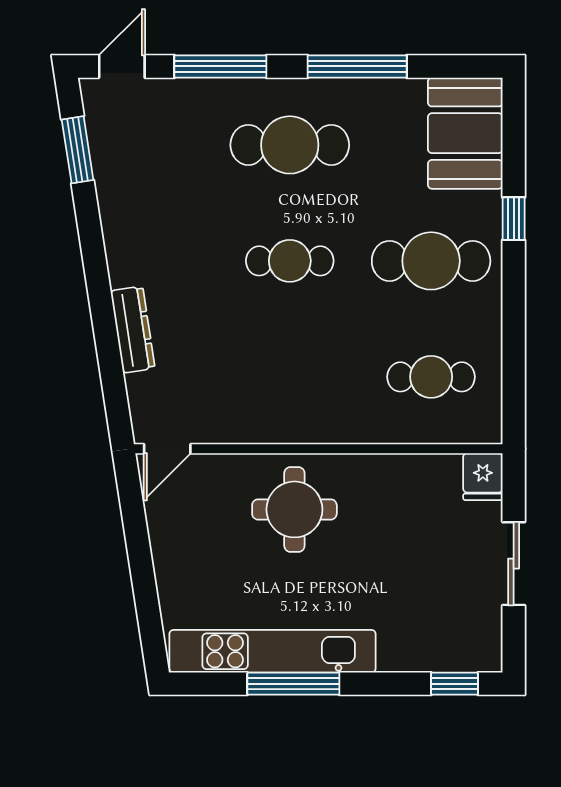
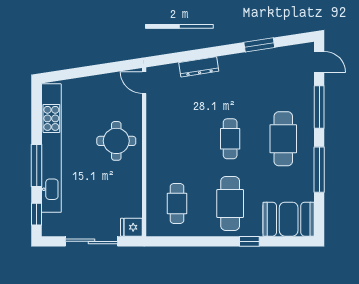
window: (78, 150) -> (259, 45), moved
sliding door: (514, 564) -> (91, 241), width x1.37
kitchen unit: (273, 651) -> (51, 148), width x1.36
window: (293, 684) -> (37, 166), moved

